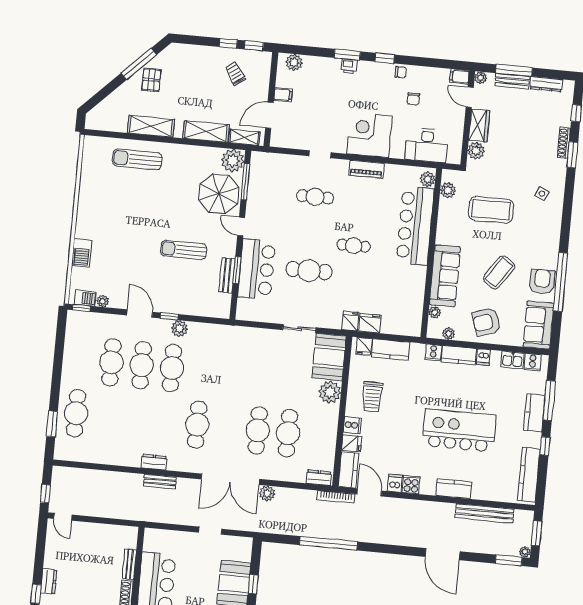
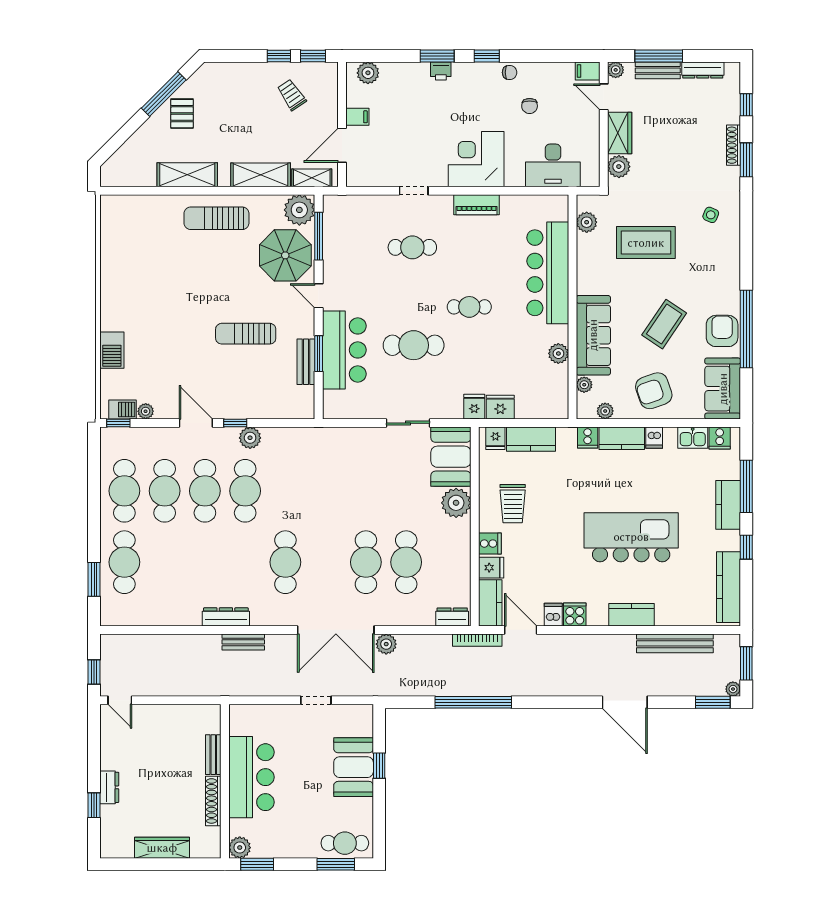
sun lounger: (137, 159) -> (216, 218), moved
plant: (428, 179) -> (558, 353), moved
cafe table: (81, 359) -> (124, 491), added
dresser: (154, 462) -> (226, 617), width x1.44

